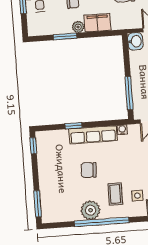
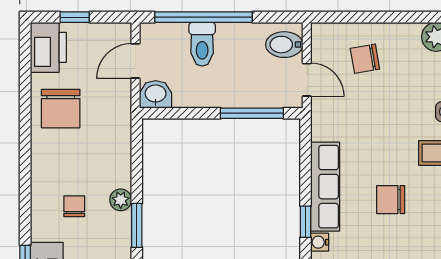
filing cabinet: (97, 23) -> (115, 163), removed
water cooler: (122, 130) -> (320, 242), moved
chair: (89, 170) -> (391, 200), turned 87

